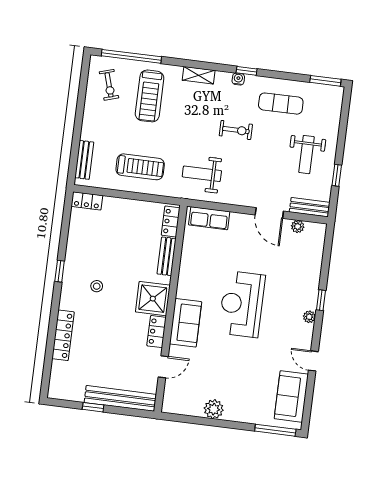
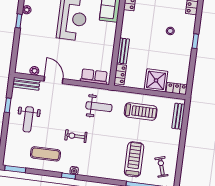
shelving: (199, 75) -> (101, 173), removed
weight bench: (306, 155) -> (28, 119), turned 180
treadmill: (140, 167) -> (141, 111), turned 180
shower: (153, 299) -> (156, 80), moved

